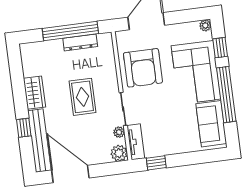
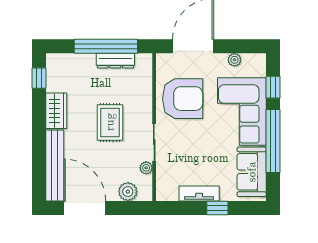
plant: (205, 25) -> (234, 60), moved
armchair: (143, 68) -> (183, 99), turned -90
window: (24, 128) -> (39, 78), moved
tv unit: (136, 142) -> (199, 193), moved, turned -90
plant: (119, 153) -> (128, 192), moved
window: (156, 163) -> (217, 208), moved

